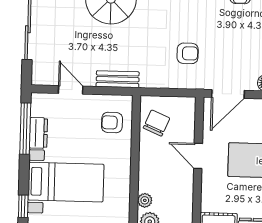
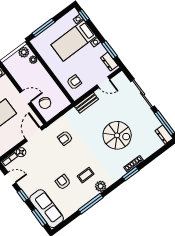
chair: (156, 123) -> (45, 103), moved
window: (25, 129) -> (110, 50), width x0.69
dresser: (38, 133) -> (109, 62), moved

